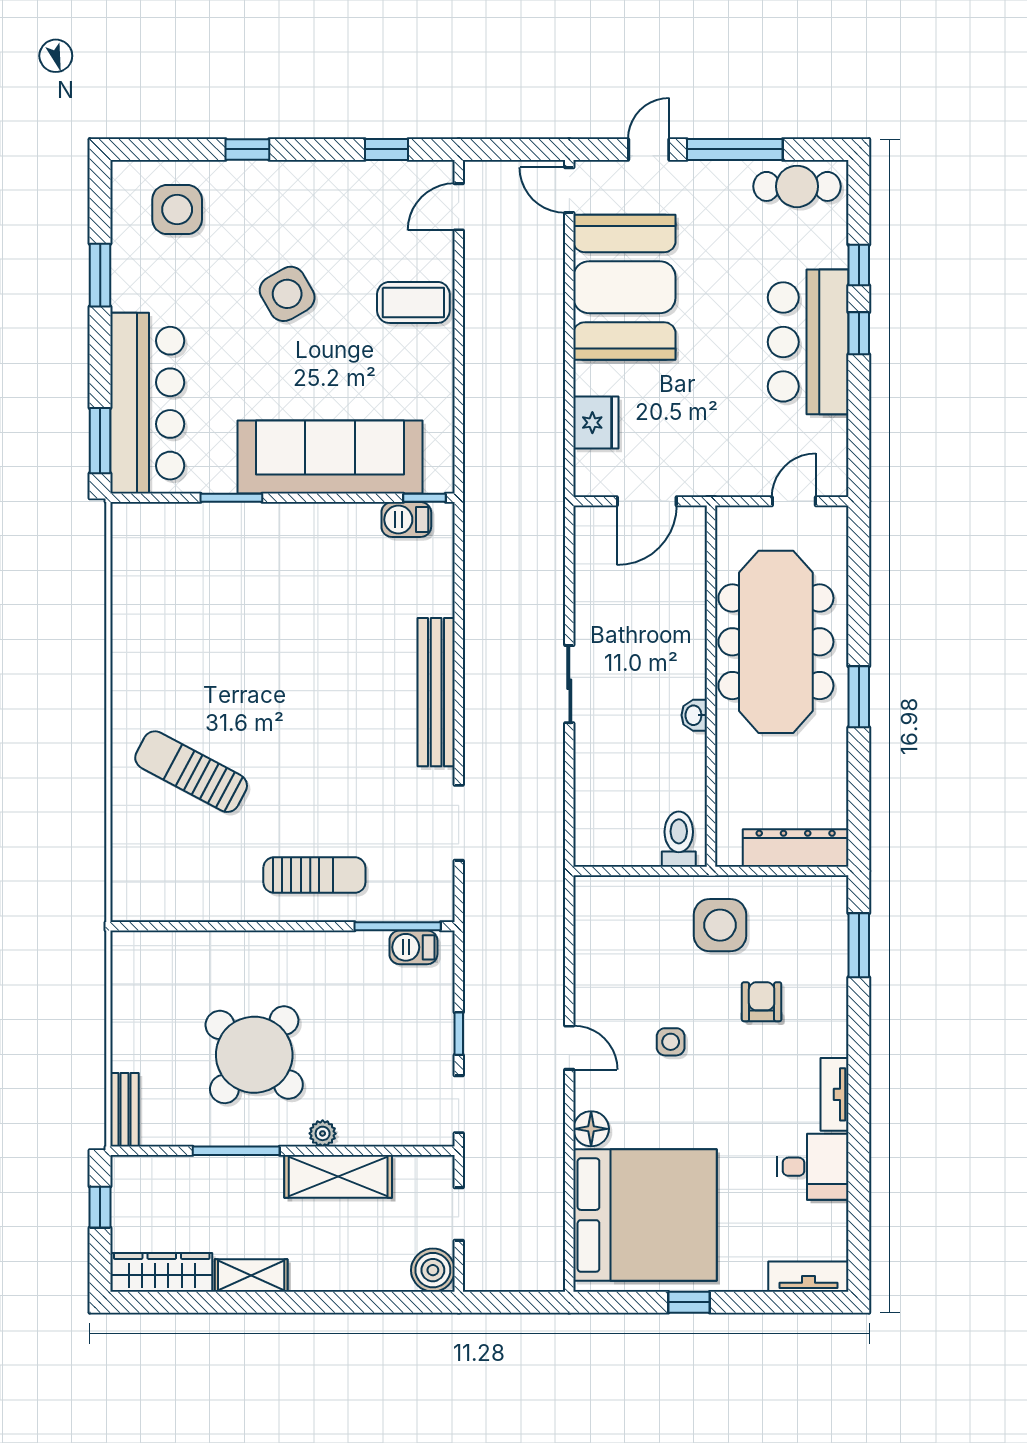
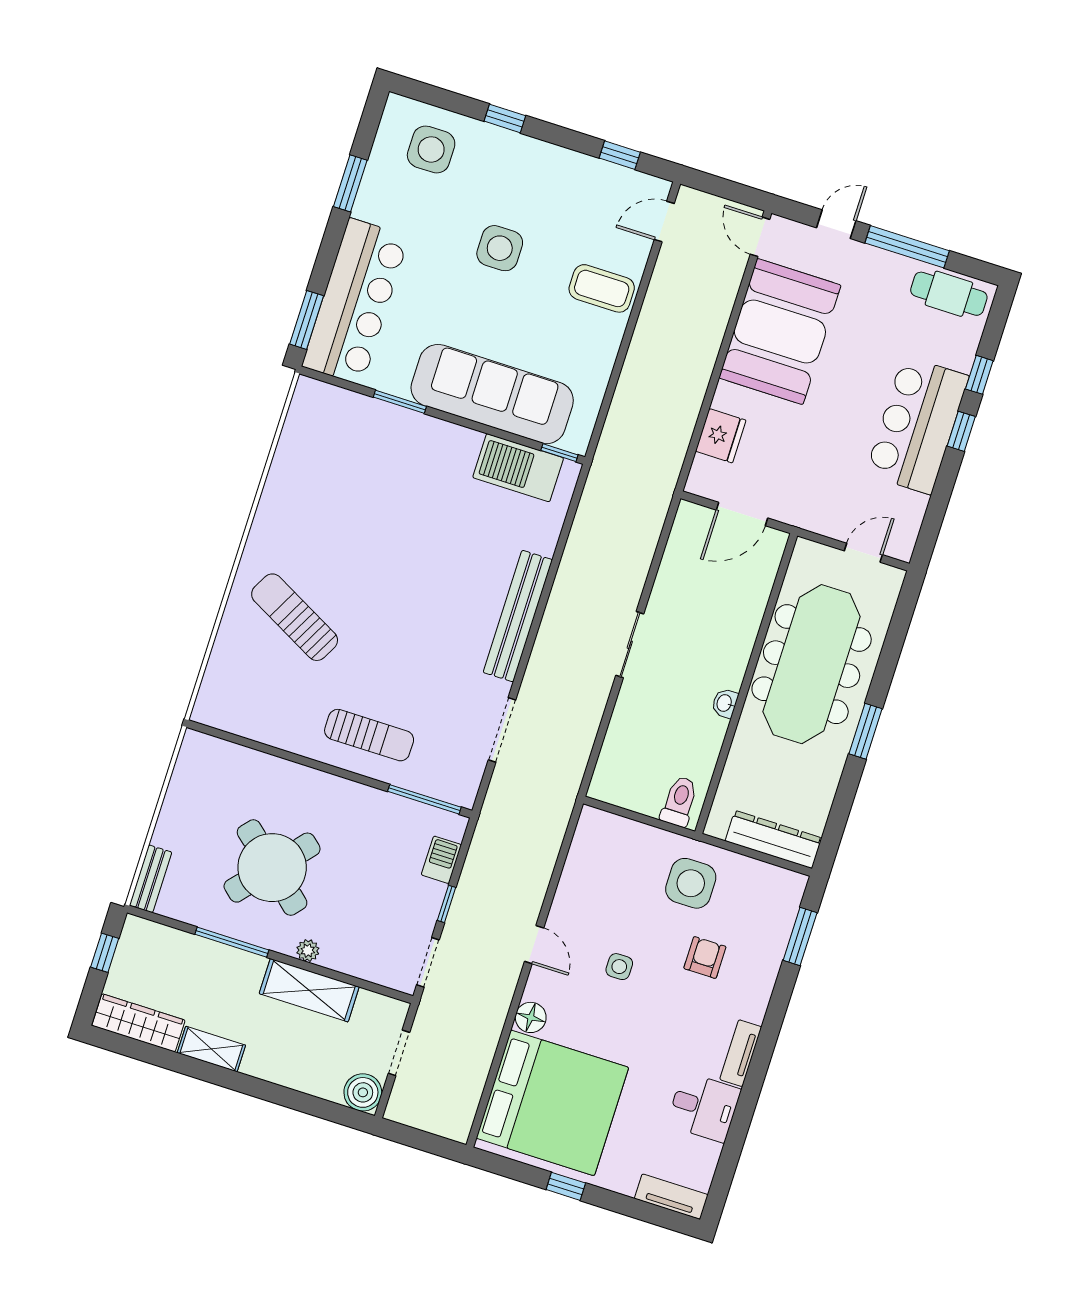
side table: (287, 294) -> (500, 248), turned 30
barbecue: (406, 520) -> (518, 468), width x1.88, depth x1.53
barbecue: (413, 947) -> (441, 860), moved, turned 90

